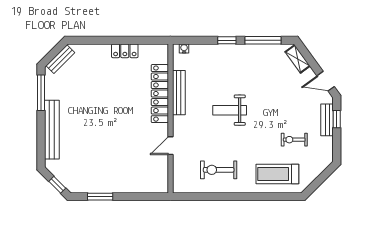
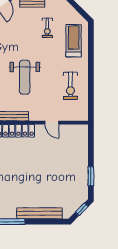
weight bench: (230, 110) -> (25, 77), width x1.36, depth x1.33
treadmill: (277, 174) -> (74, 41), turned 180

